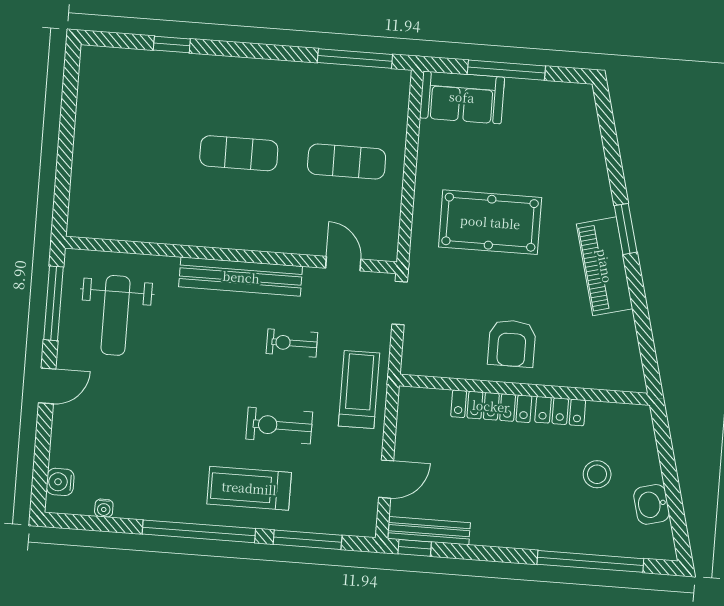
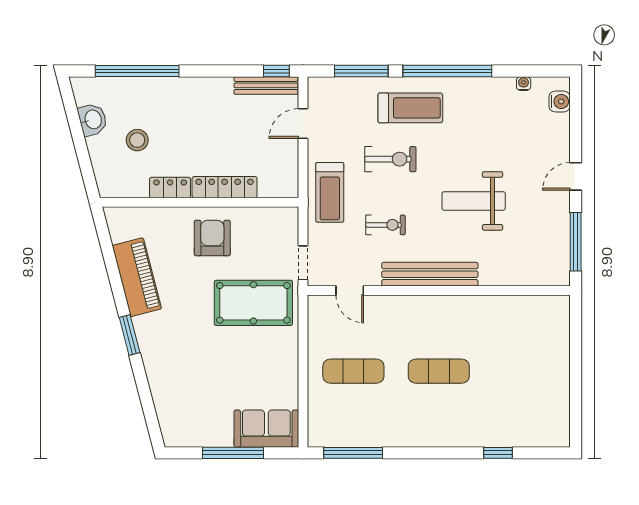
pool table: (490, 222) -> (253, 303), moved
piano: (605, 266) -> (137, 277), moved
weight bench: (115, 315) -> (474, 201), moved, turned -90

